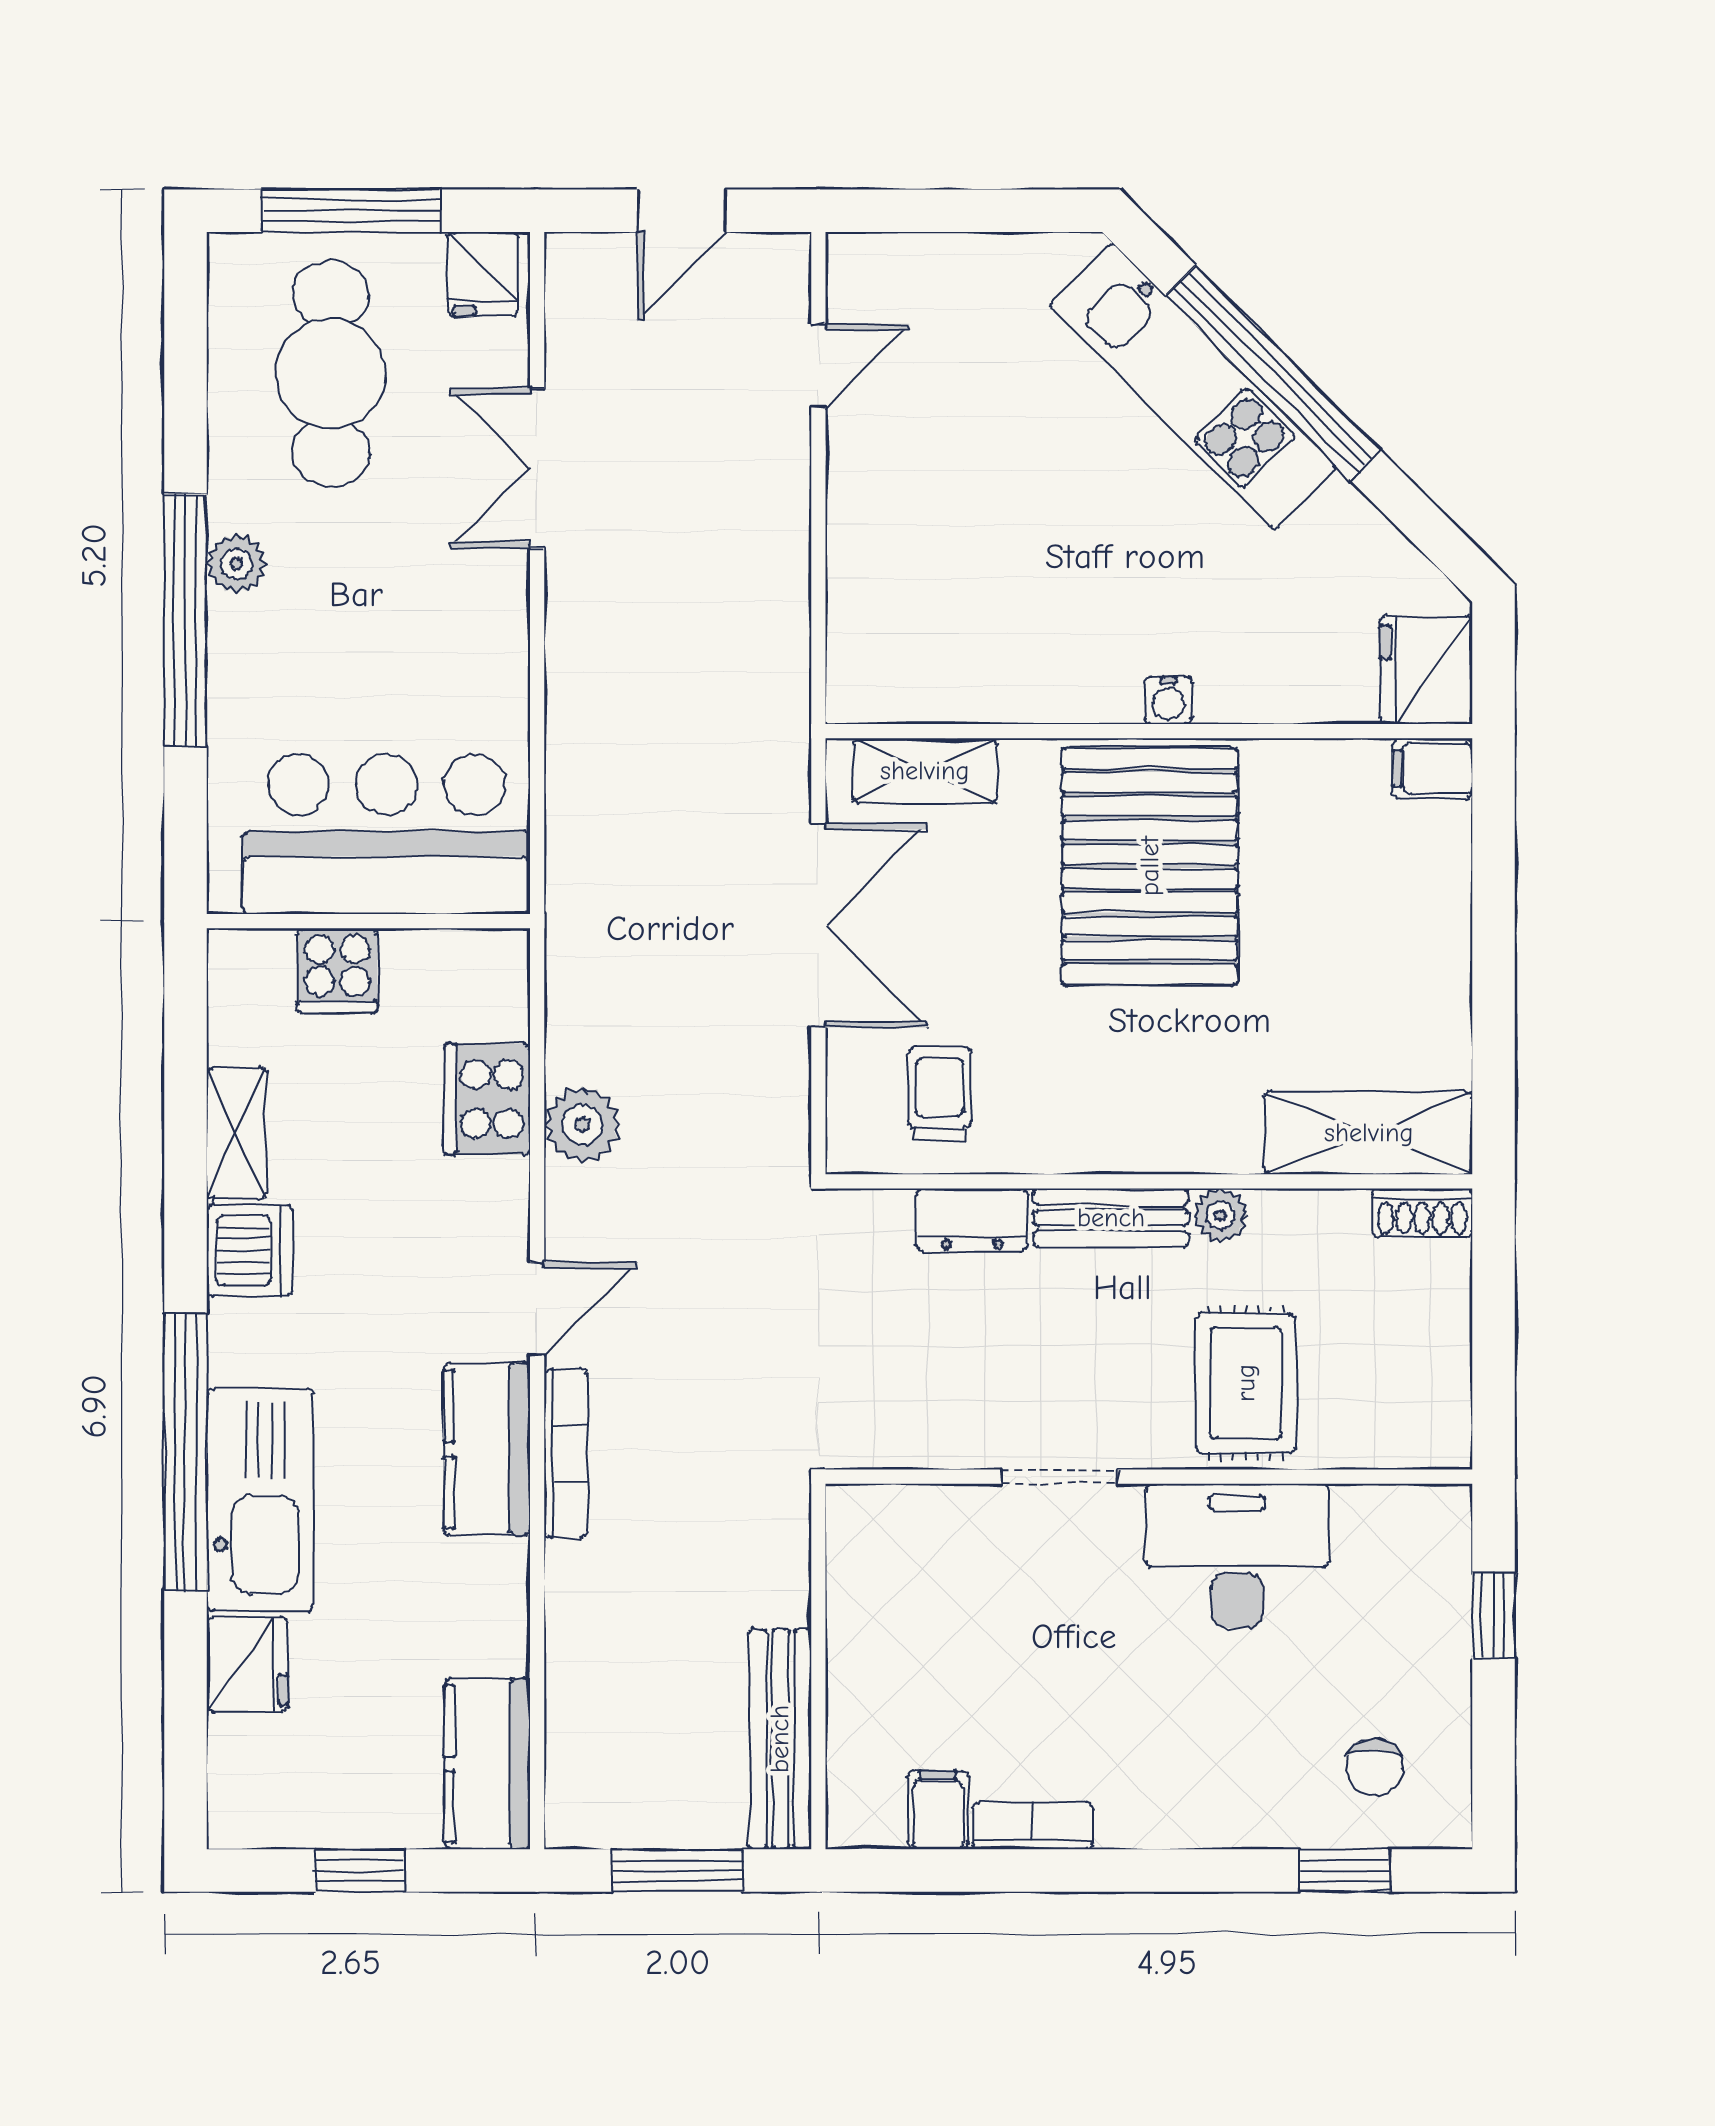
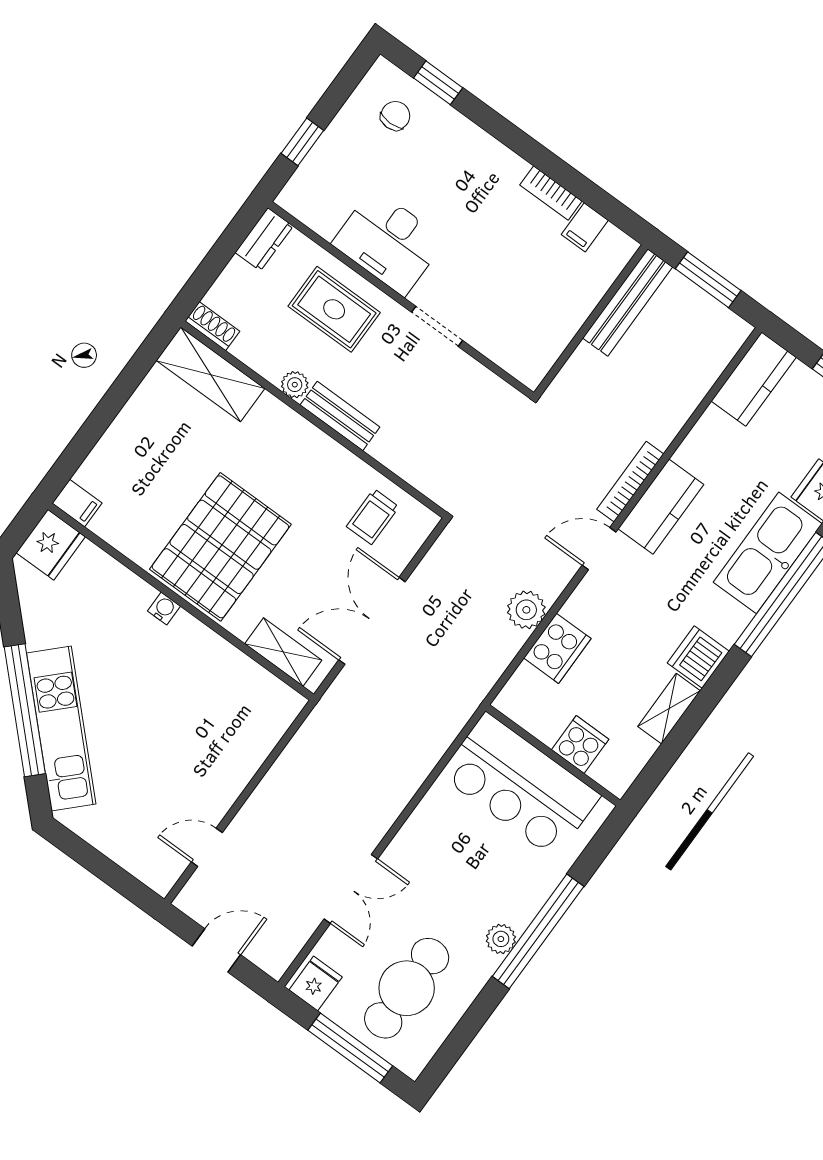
dresser: (972, 1220) -> (264, 239), moved, turned 90
rug: (1246, 1383) -> (334, 309), turned 90

